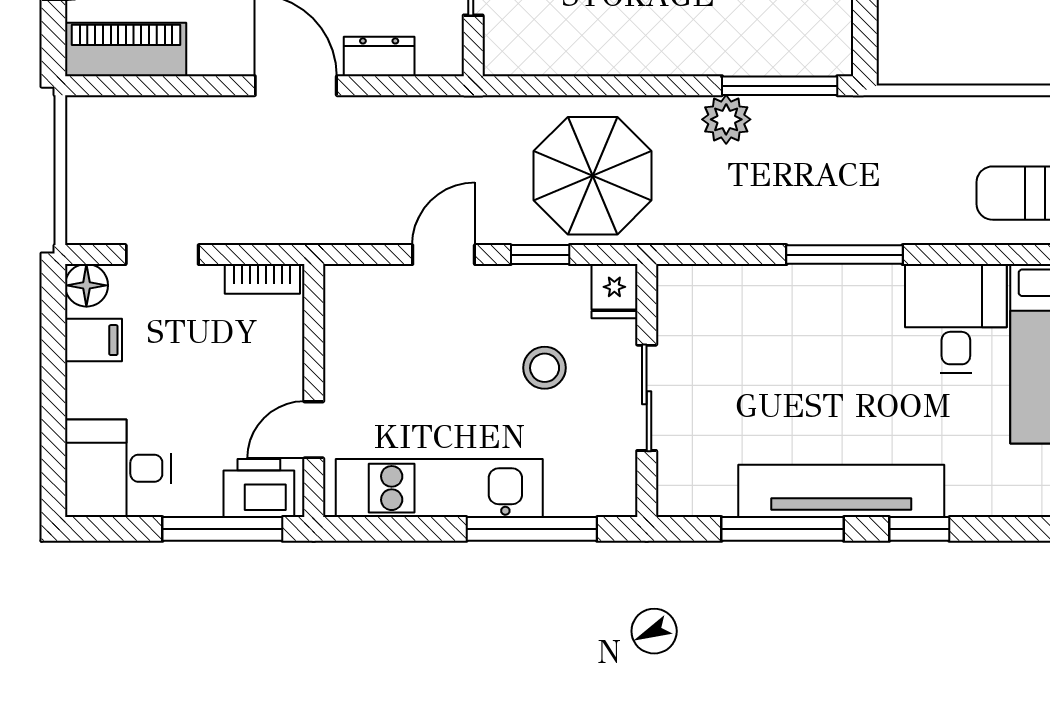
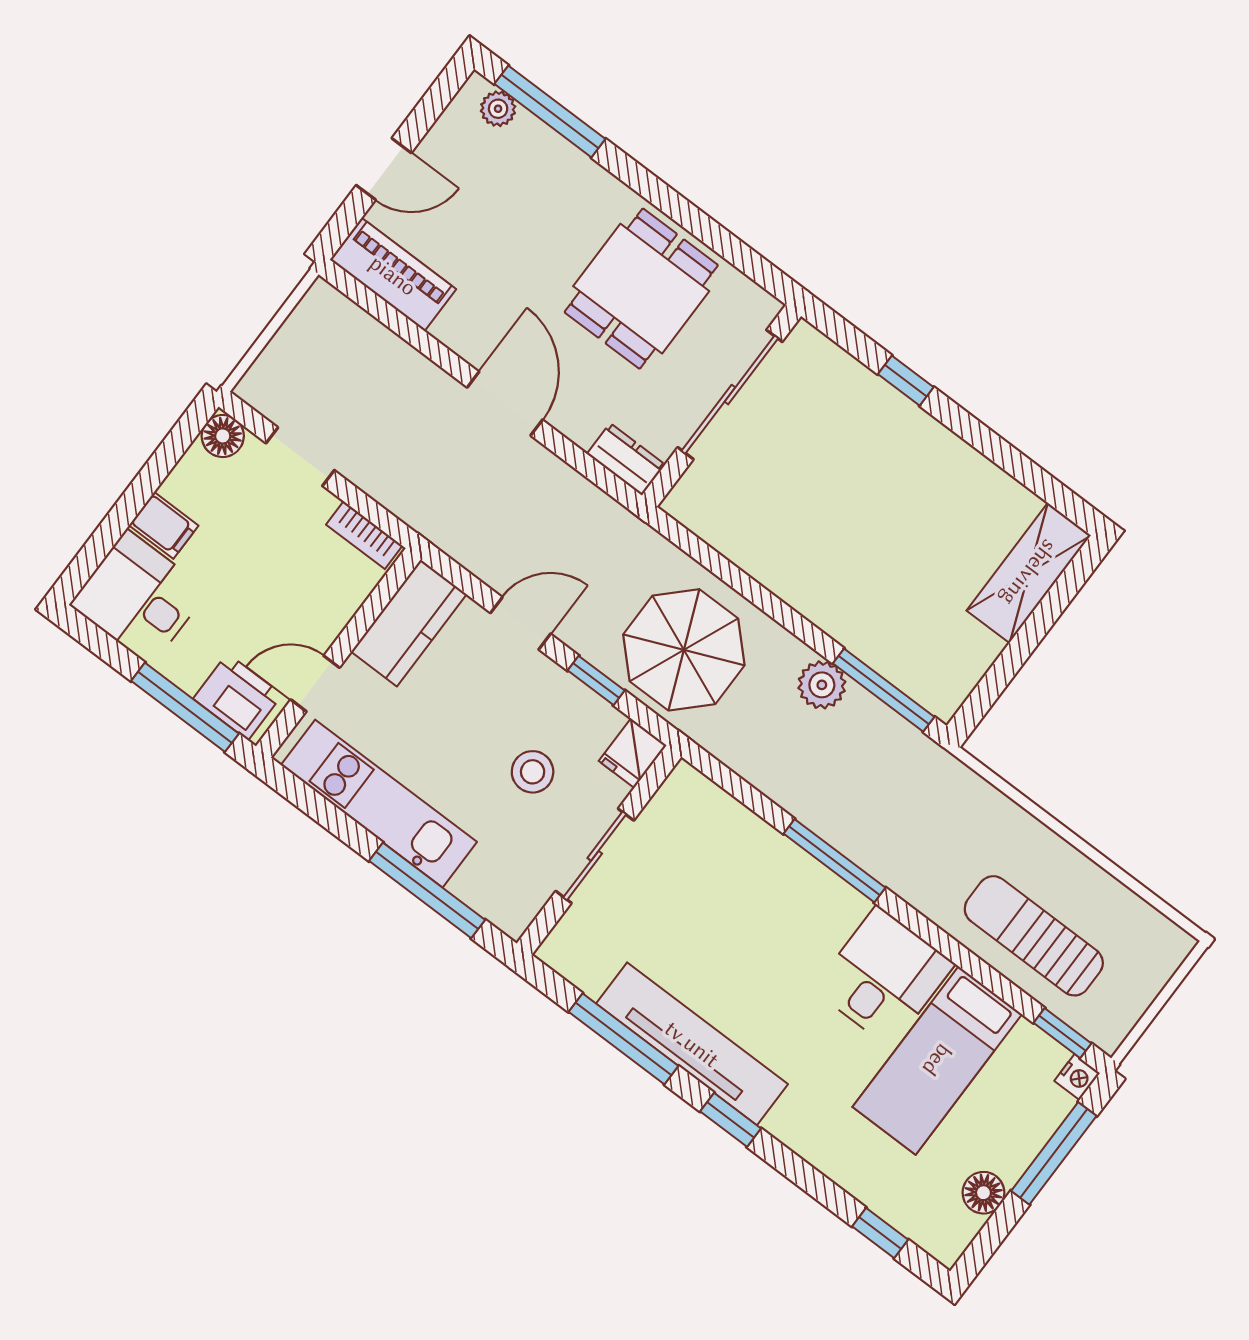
dresser: (379, 56) -> (626, 459), moved
kitchen counter: (353, 323) -> (409, 623), added
filing cabinet: (93, 340) -> (164, 525), moved

